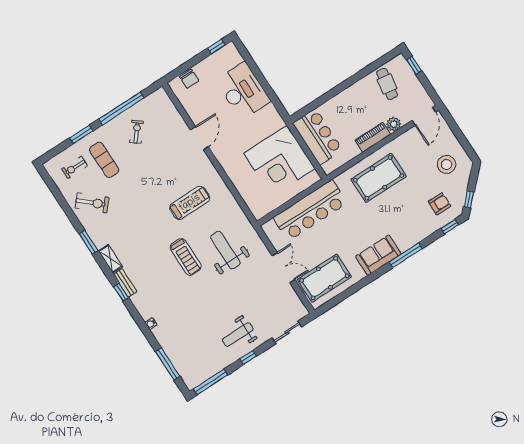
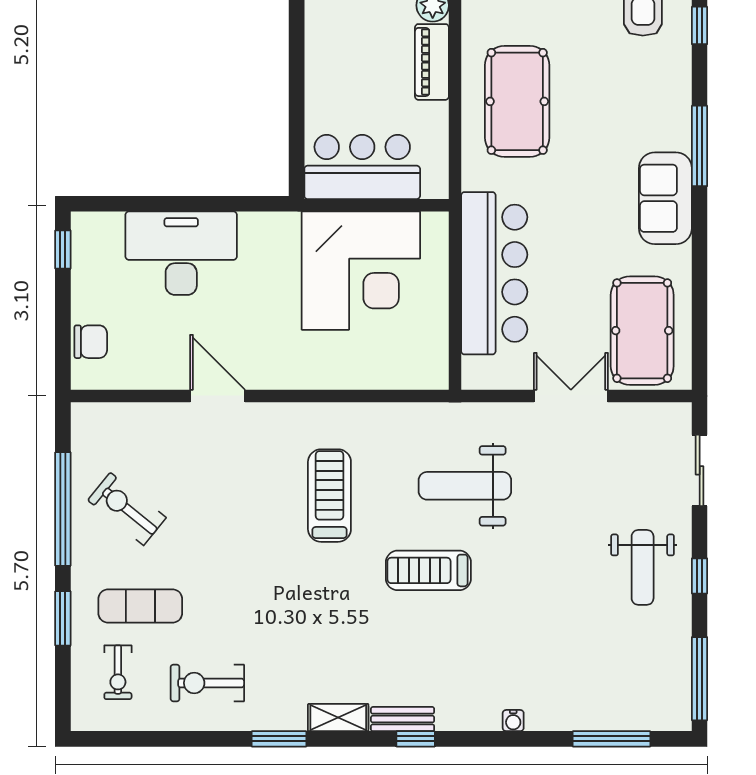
exercise bike: (137, 132) -> (127, 509), width x1.38, depth x1.39
exercise bike: (92, 203) -> (207, 683), turned -132
treadmill: (186, 257) -> (428, 570), turned 180

